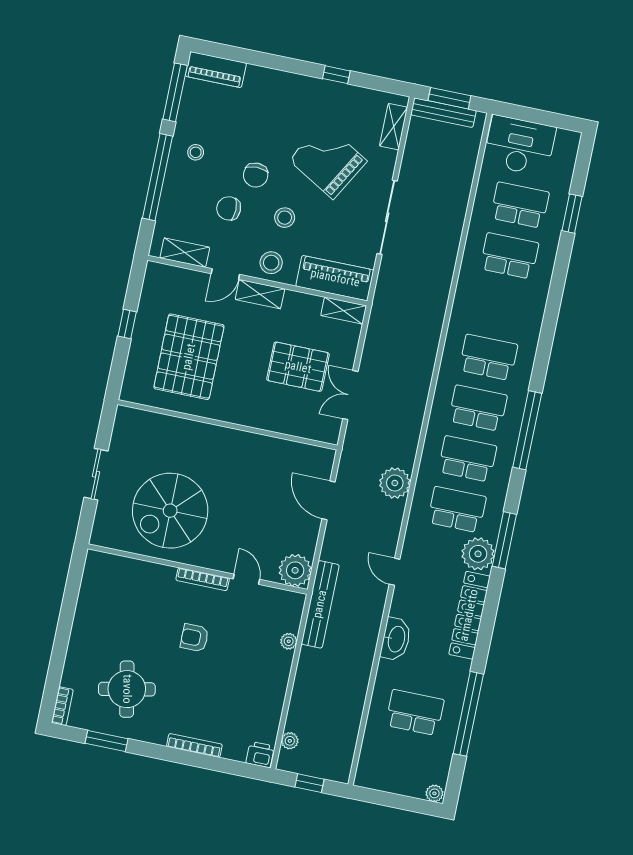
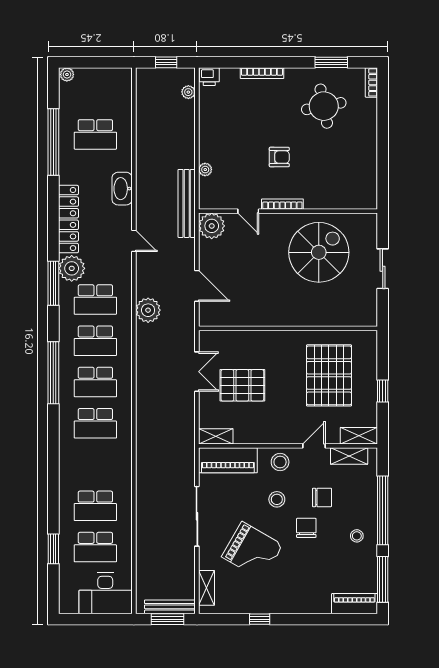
shelving: (260, 294) -> (359, 436), moved

